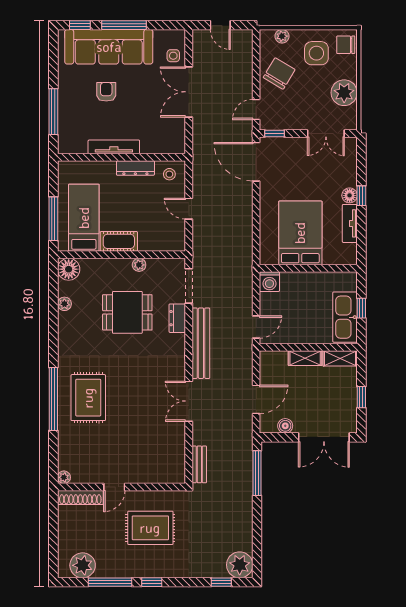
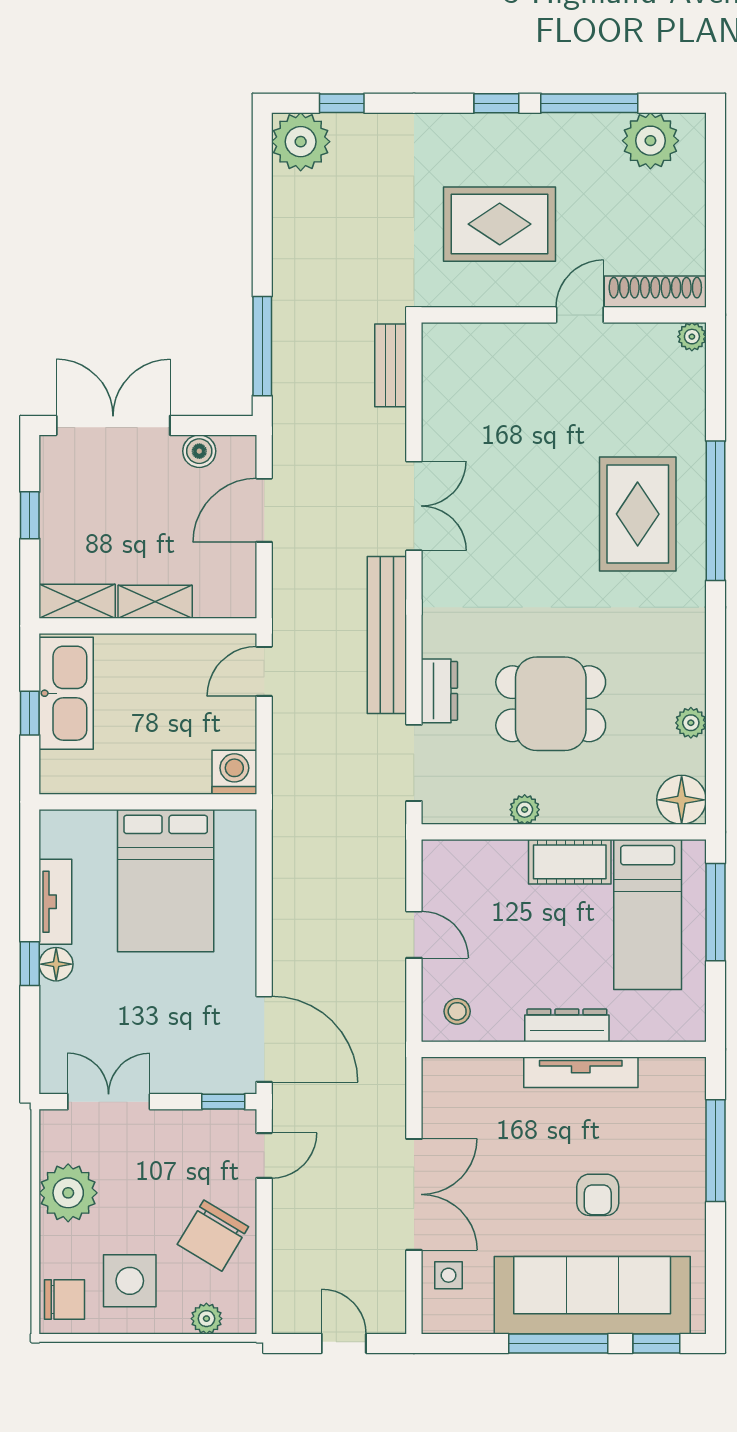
dresser: (135, 168) -> (567, 1025), moved

